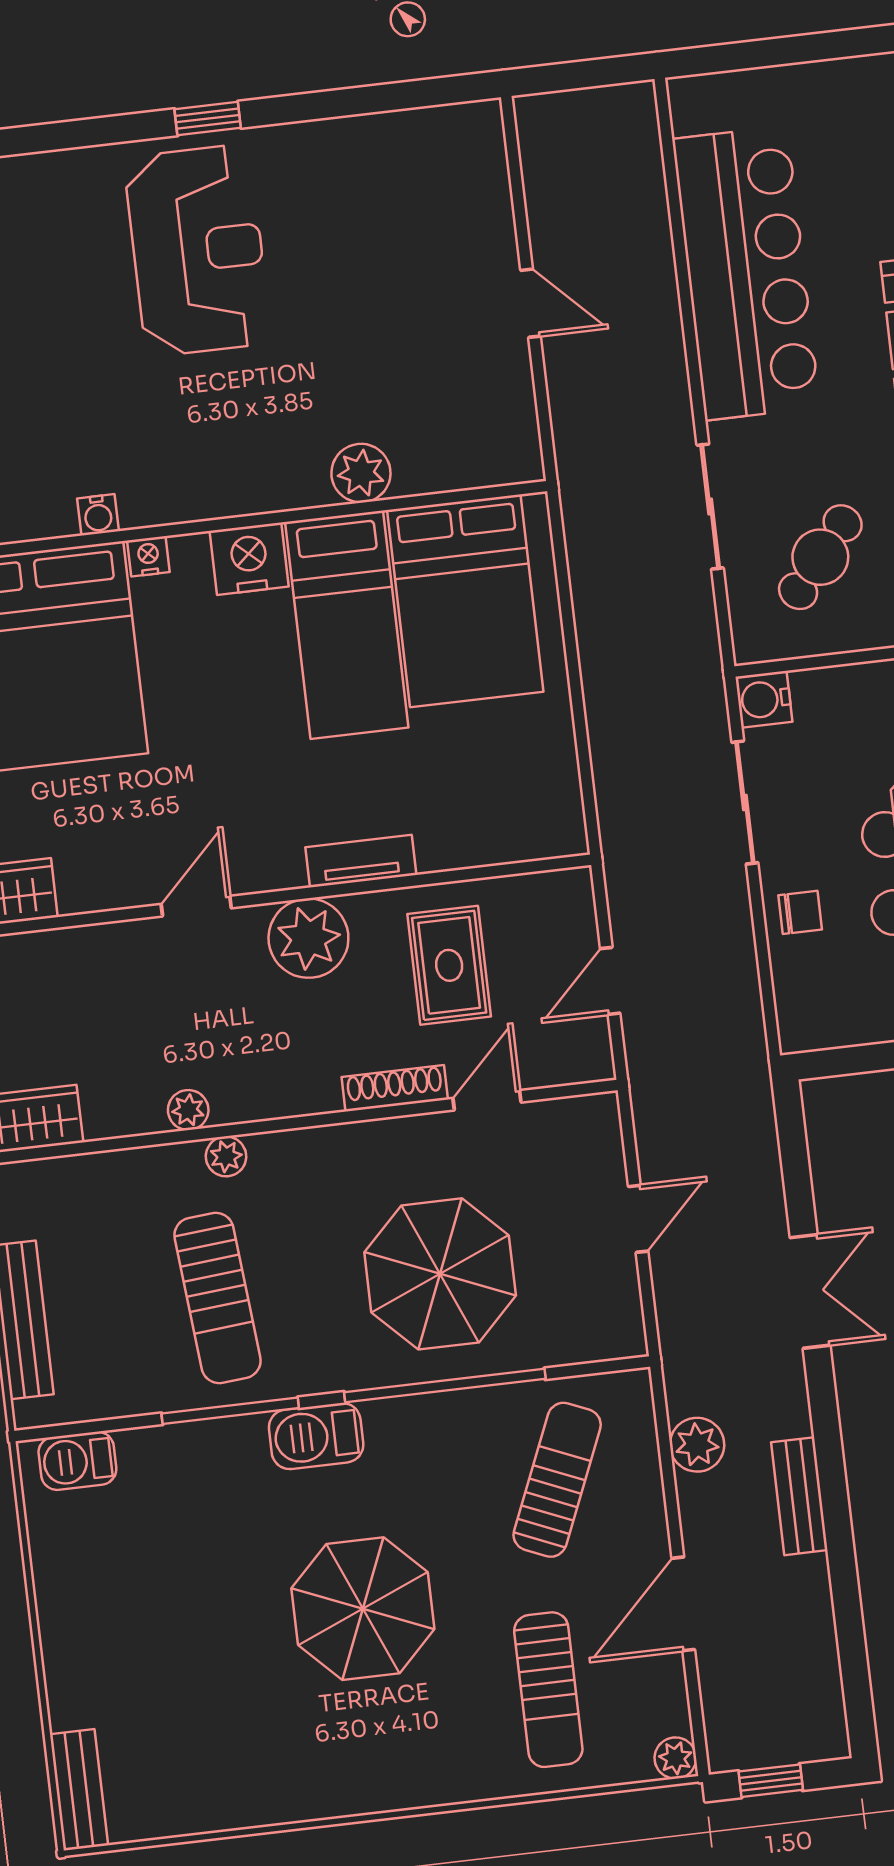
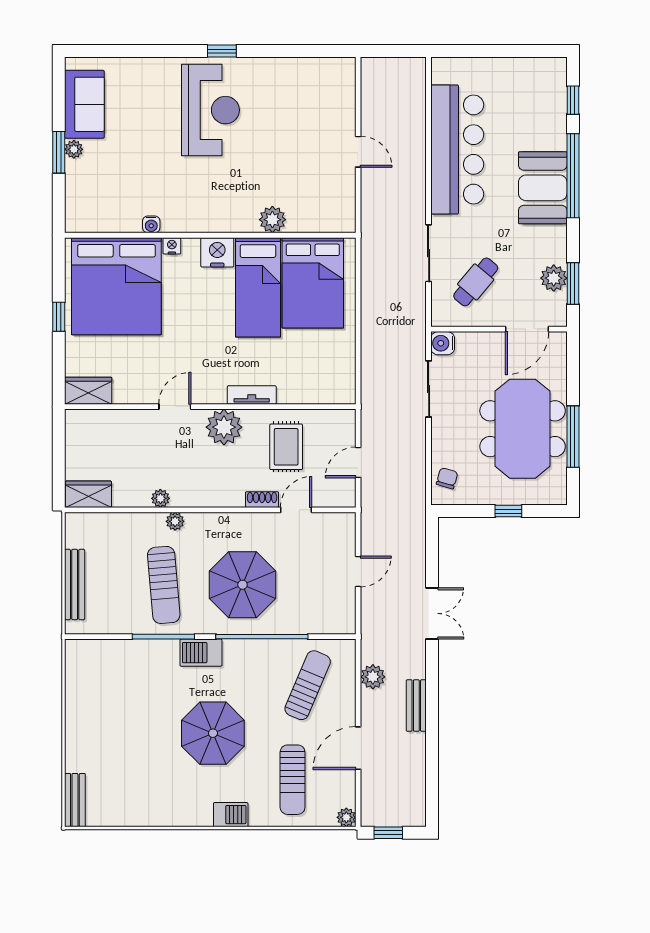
chair: (800, 912) -> (447, 478), moved, turned -74
shoe rack: (395, 1088) -> (262, 500), width x0.70
parasol: (440, 1274) -> (243, 585), moved
barbecue: (77, 1461) -> (231, 815), moved, turned 180

